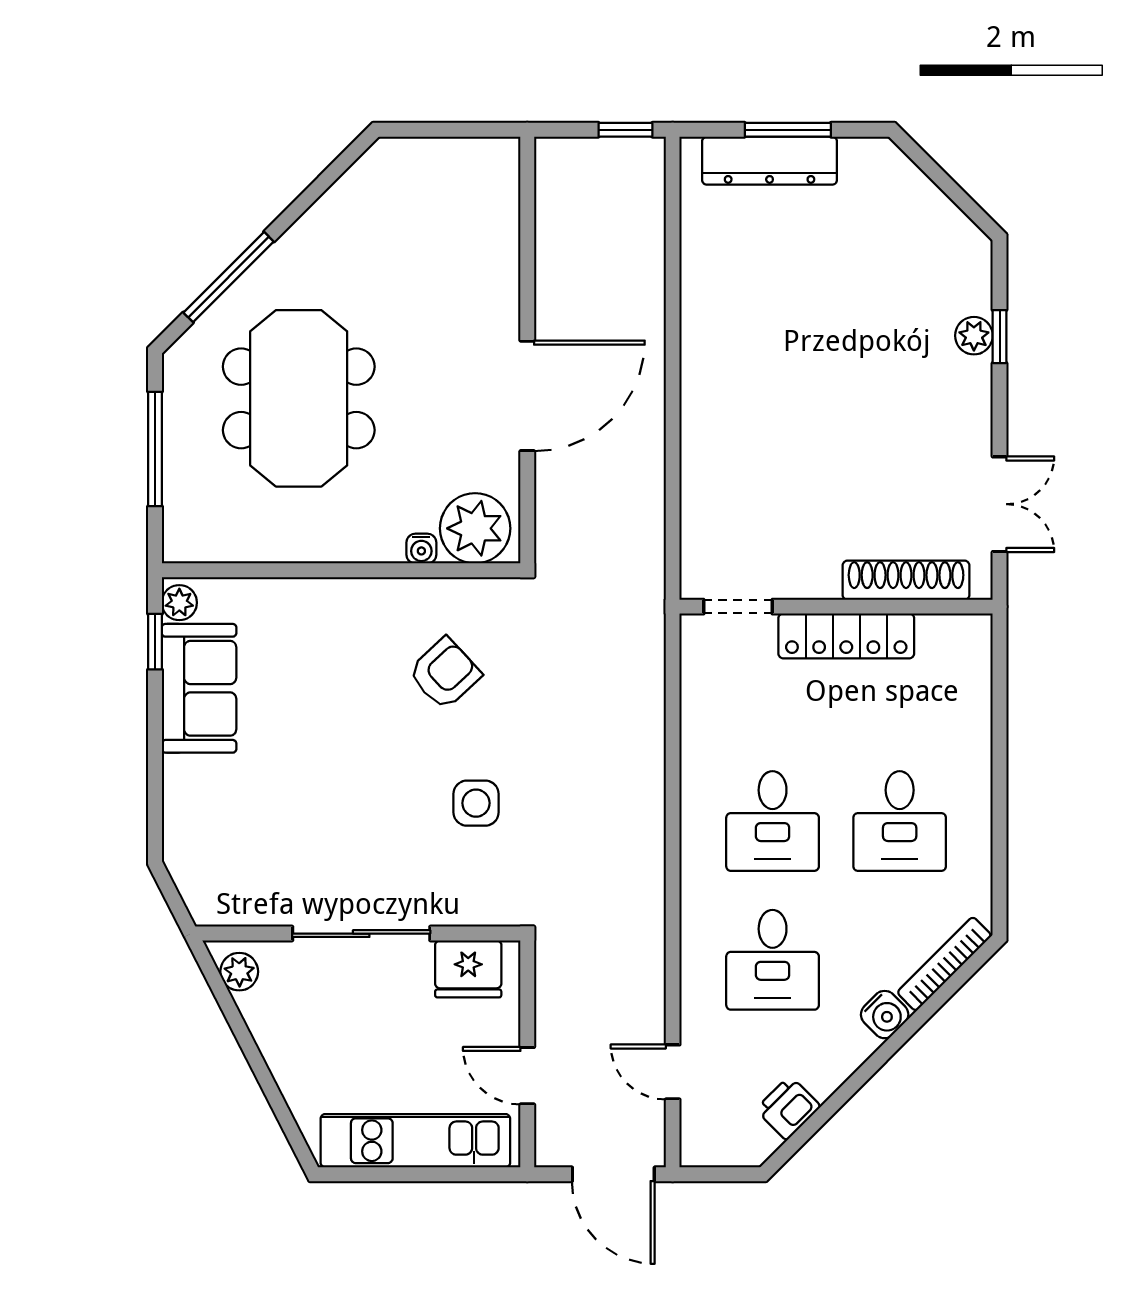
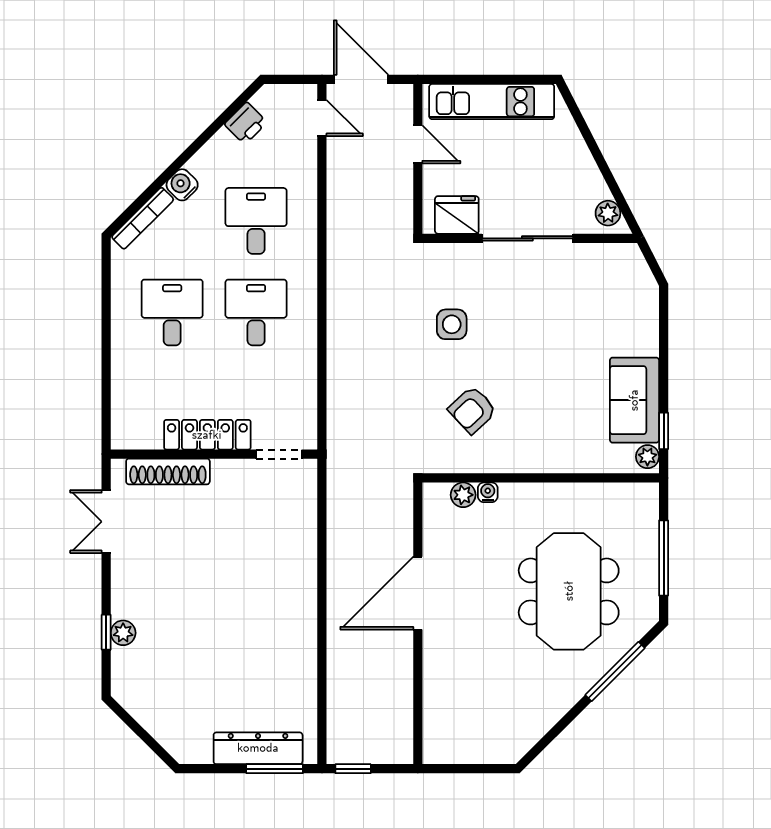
window: (788, 130) -> (275, 769), moved
plant: (475, 528) -> (463, 495), width x0.53, depth x0.53
door: (673, 1072) -> (322, 118), moved

